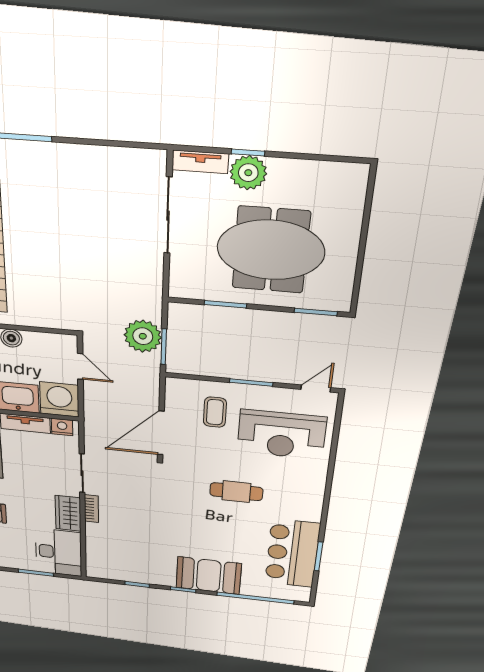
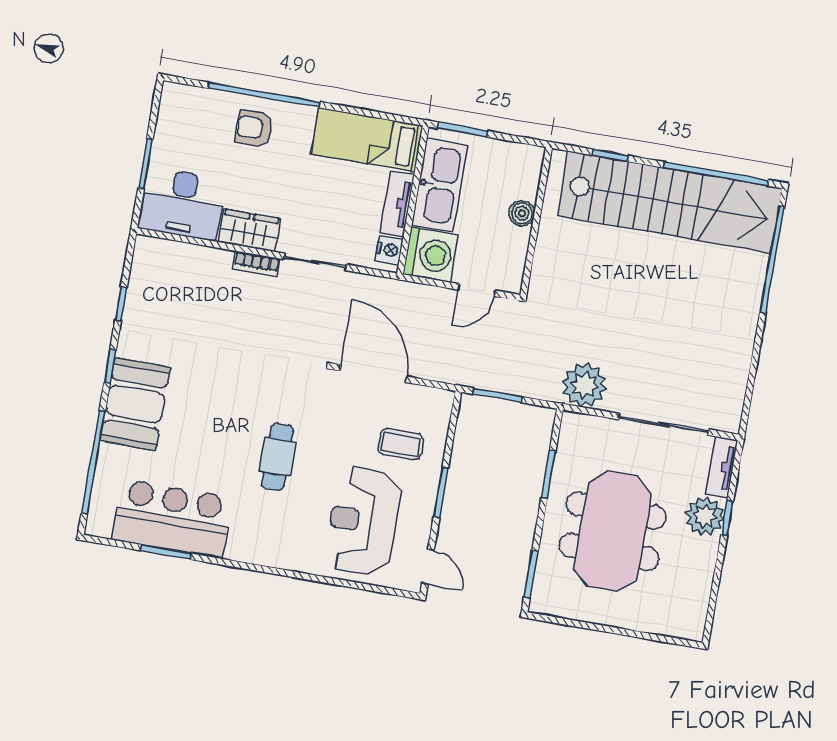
plant: (143, 336) -> (584, 385), moved

